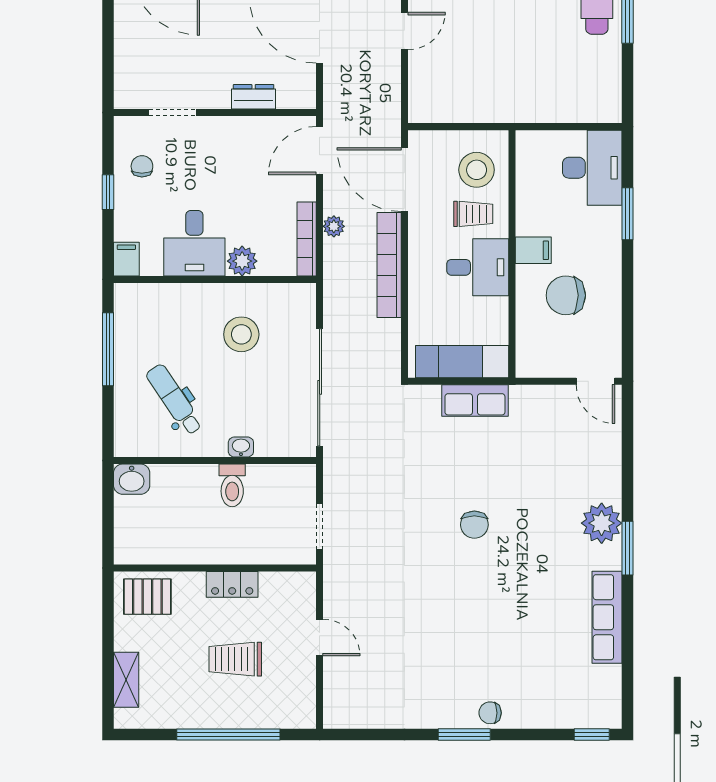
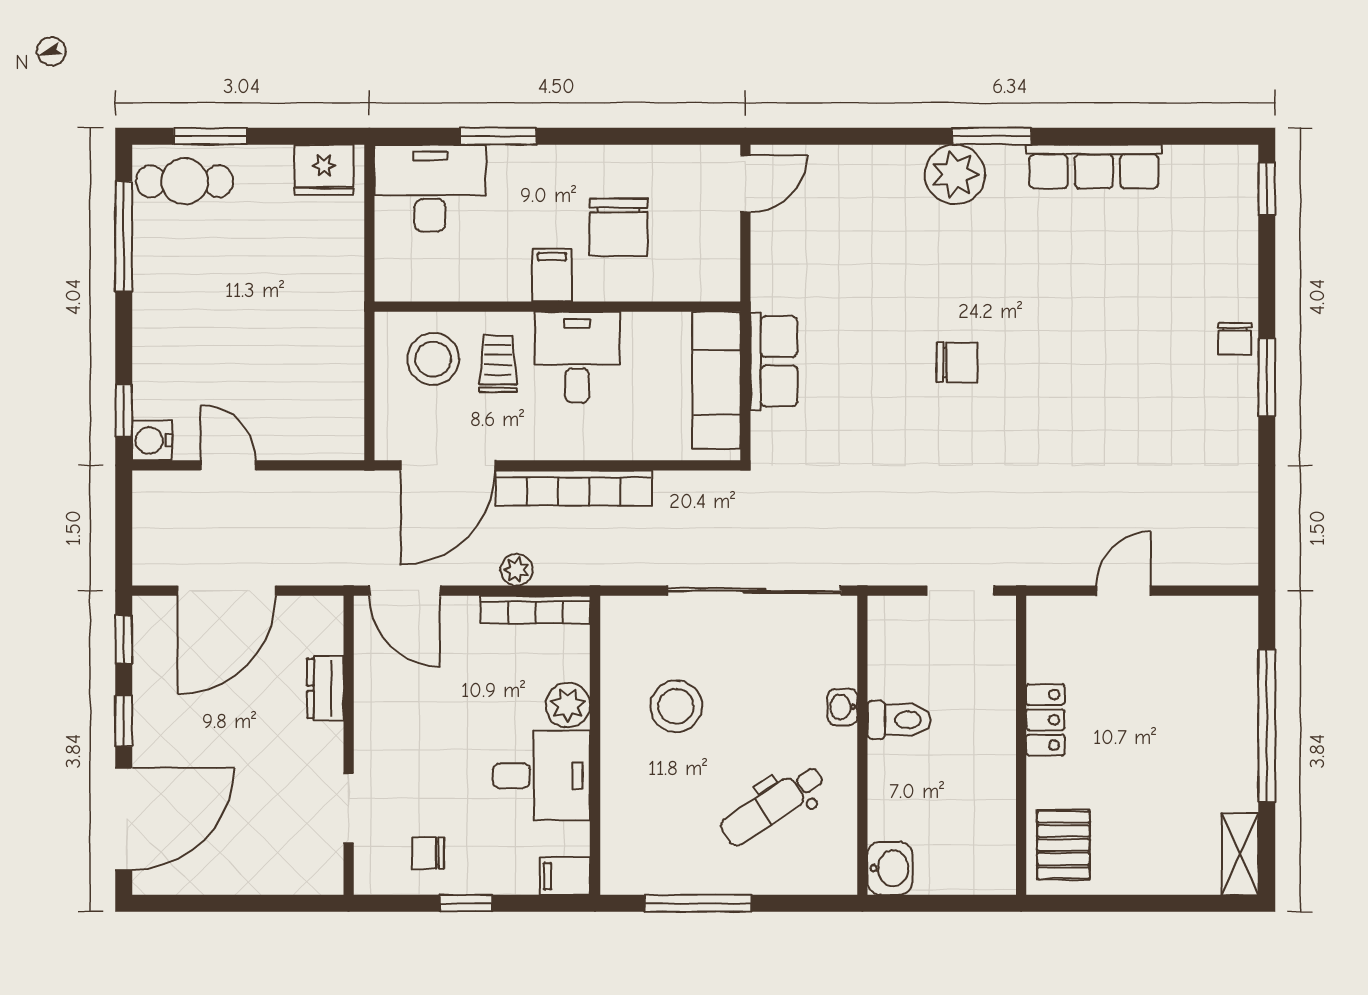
fridge: (605, 96) -> (324, 170), added
trolley: (235, 659) -> (1156, 715), removed
shelving: (126, 680) -> (1240, 854), moved, turned 90

